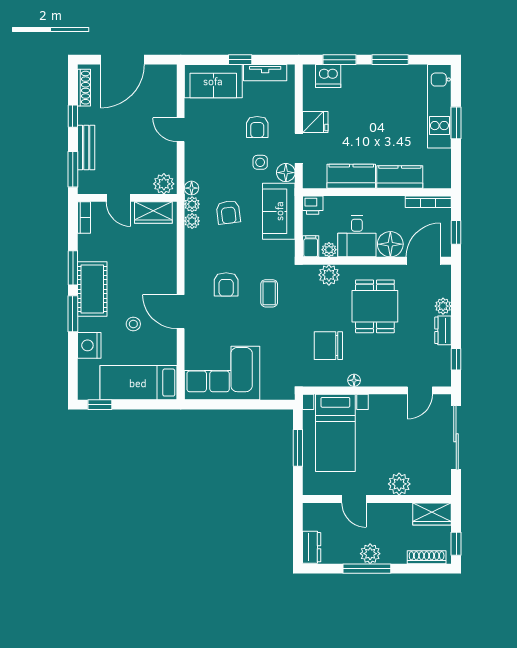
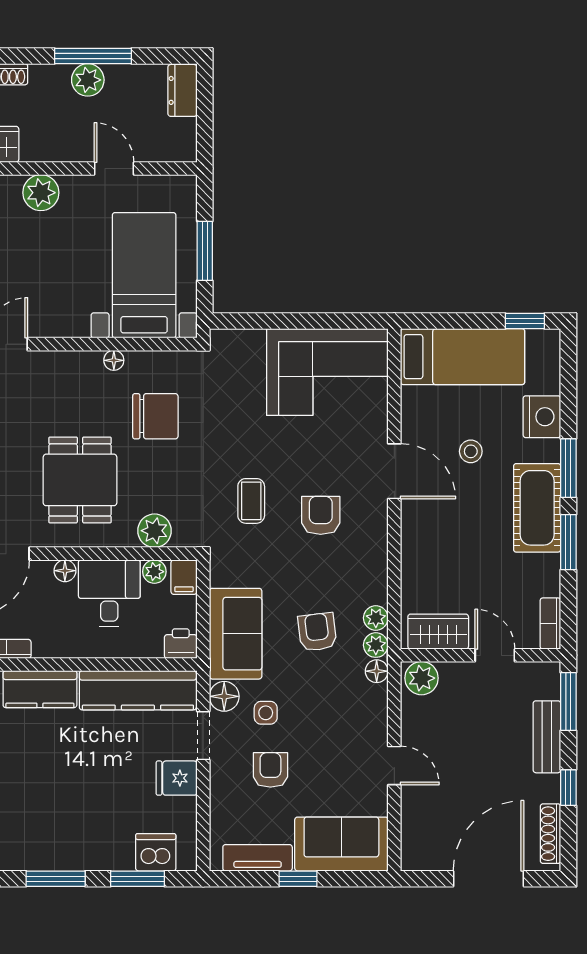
kitchen counter: (351, 176) -> (138, 690), width x1.50
floor lamp: (390, 244) -> (65, 571), width x0.53, depth x0.53

